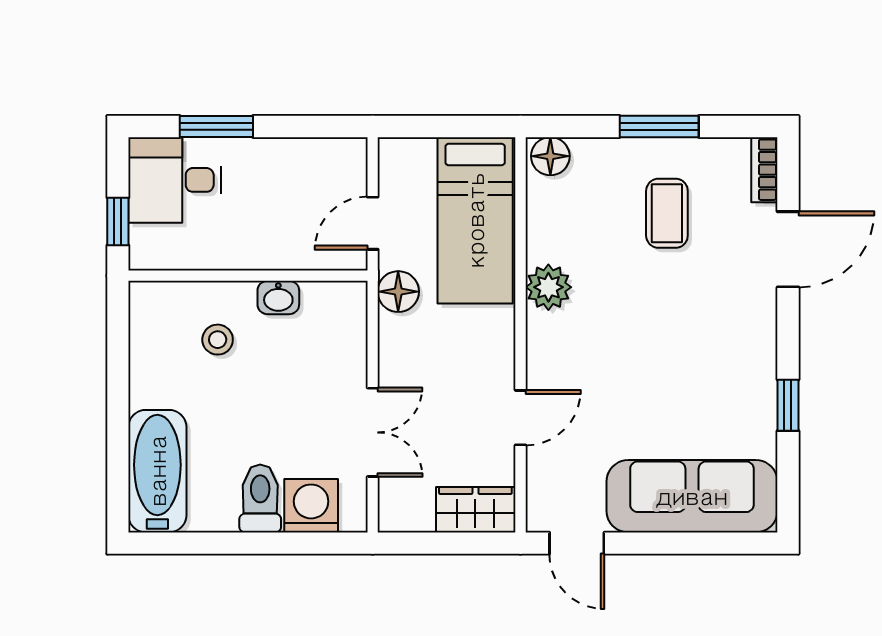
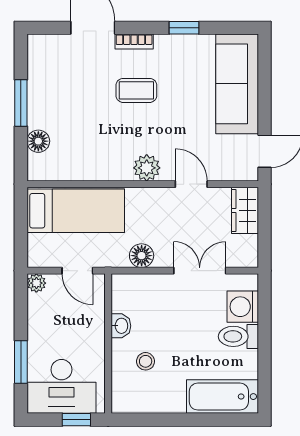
plant: (351, 153) -> (36, 283), added
floor lamp: (550, 156) -> (38, 141), moved
bookcase: (764, 170) -> (134, 42), moved
desk: (175, 180) -> (61, 386), width x1.37
coffee table: (667, 213) -> (136, 90), moved
plant: (548, 287) -> (147, 168), moved
floor lamp: (398, 292) -> (142, 256), moved

